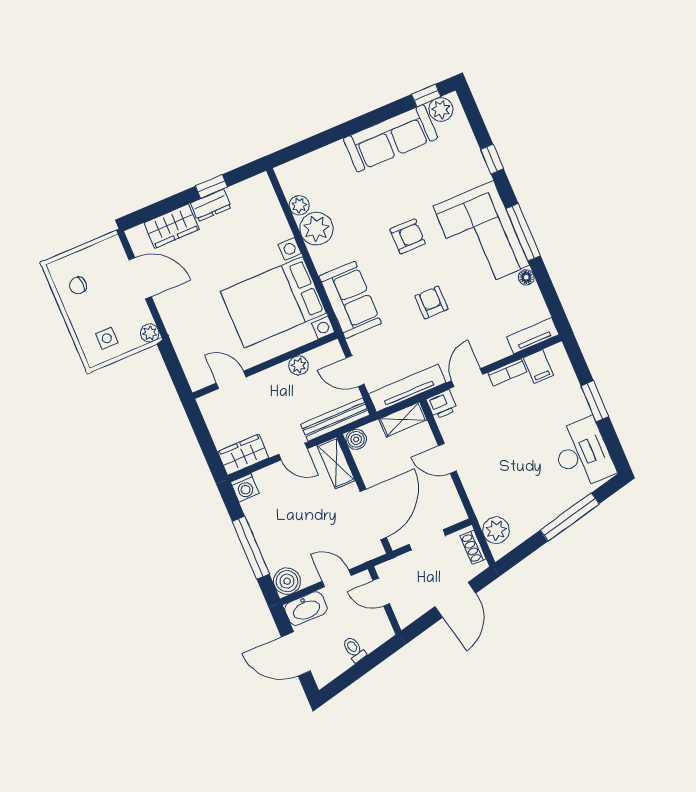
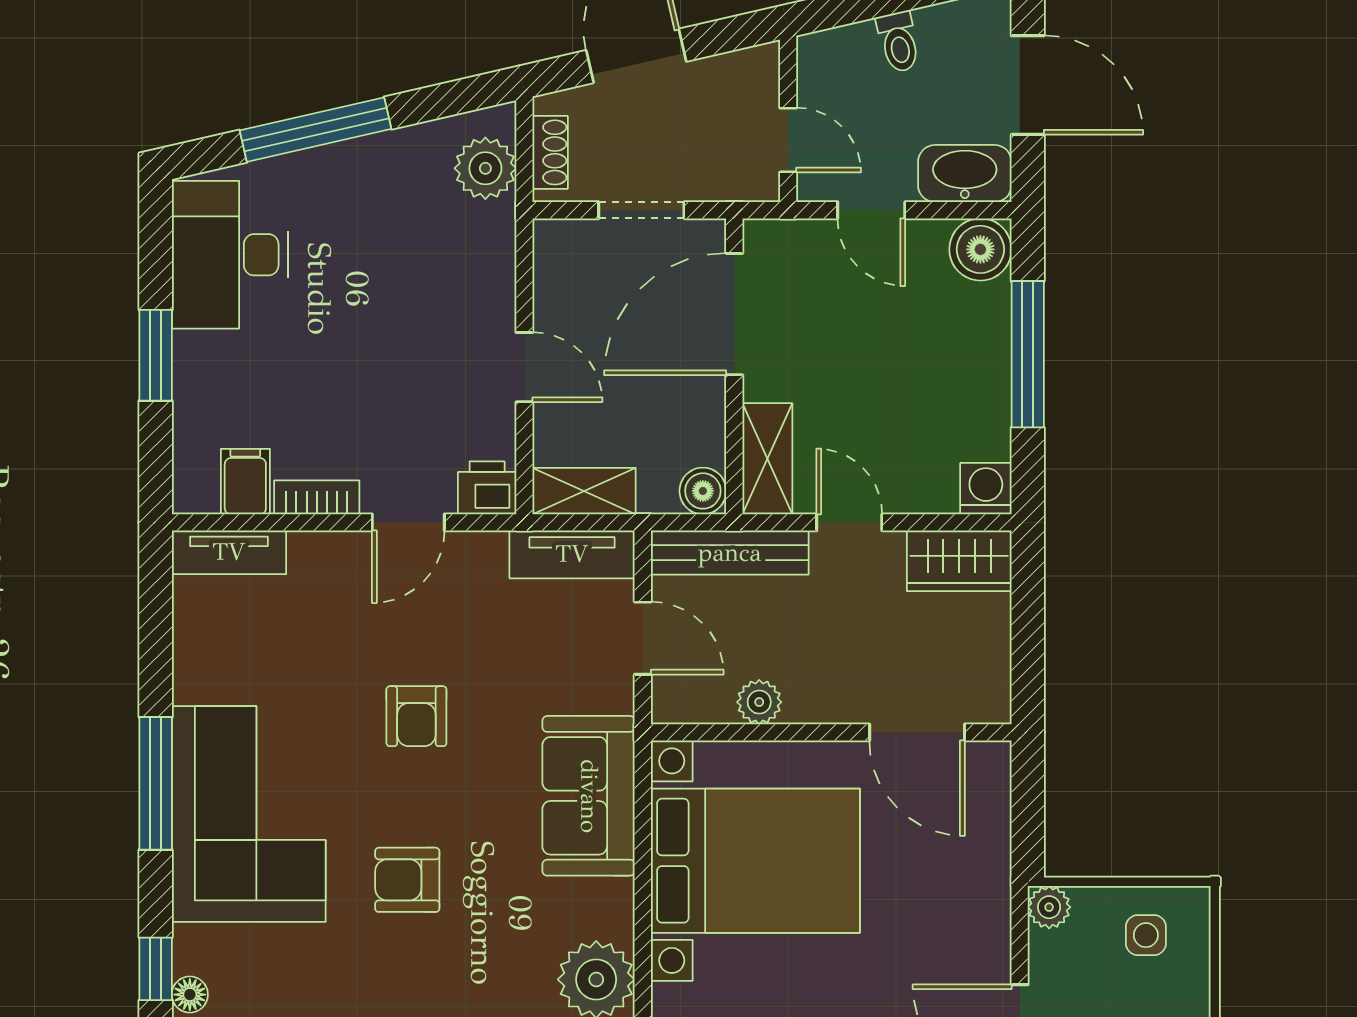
floor lamp: (526, 277) -> (190, 995), moved
door: (231, 380) -> (917, 732), width x1.38
tv unit: (407, 388) -> (572, 554), width x0.71

